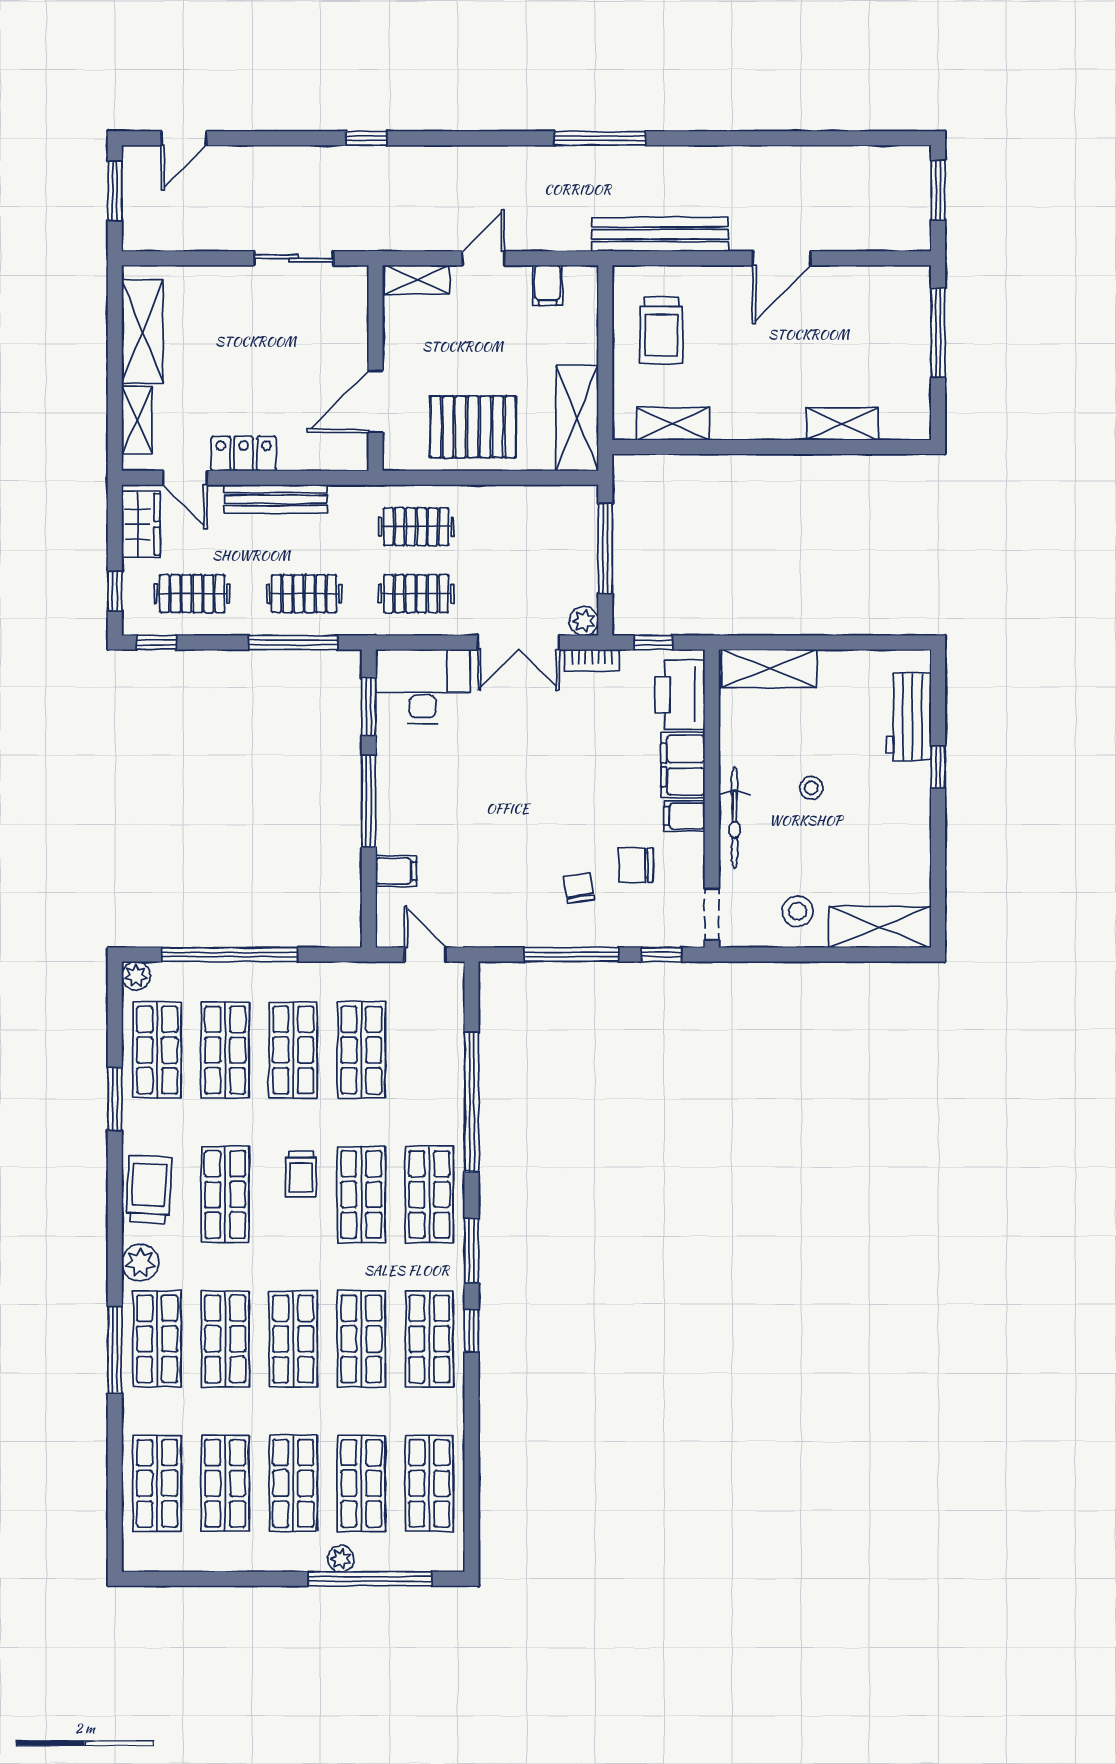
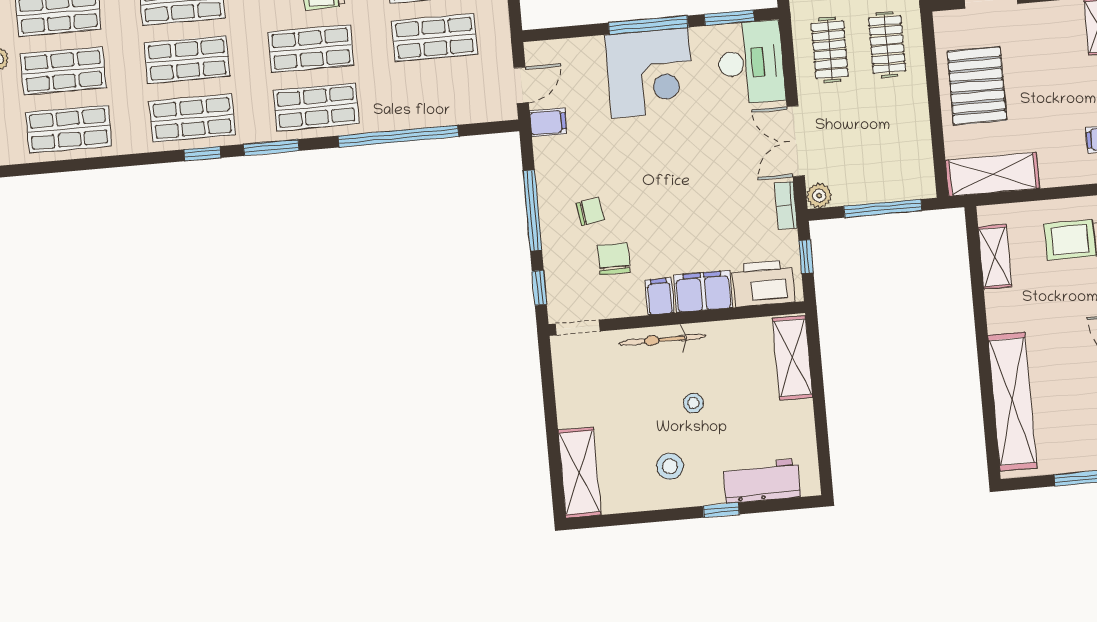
shelving: (842, 424) -> (1012, 401), width x2.20, depth x1.33
corner desk: (424, 804) -> (650, 73), added
filing cabinet: (396, 871) -> (548, 122), moved, turned -90
stool: (798, 911) -> (670, 466), moved

